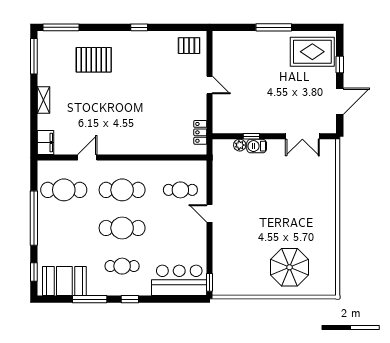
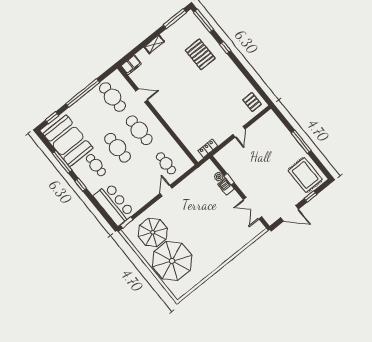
window: (139, 27) -> (225, 47), moved
parasol: (242, 263) -> (153, 232), added
parasol: (290, 267) -> (172, 261), width x1.36, depth x1.36
booth: (64, 281) -> (68, 141), width x1.36, depth x1.42

